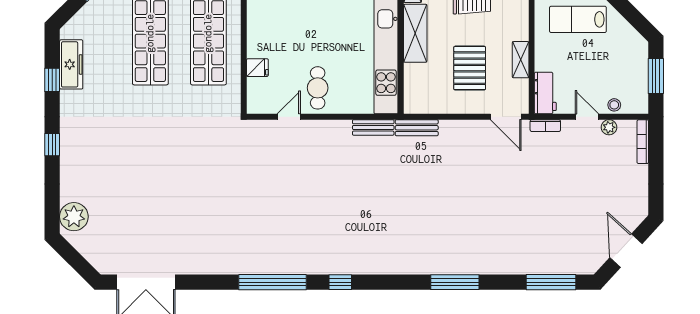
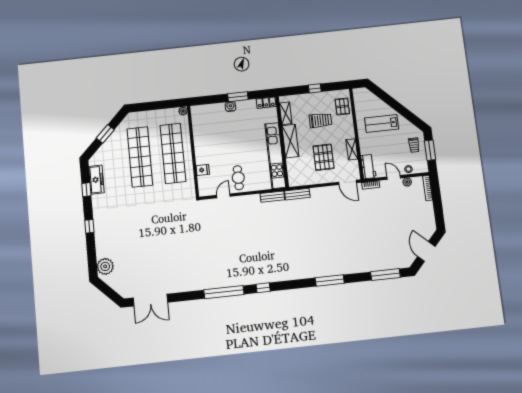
trolley: (629, 64) -> (414, 145), added

